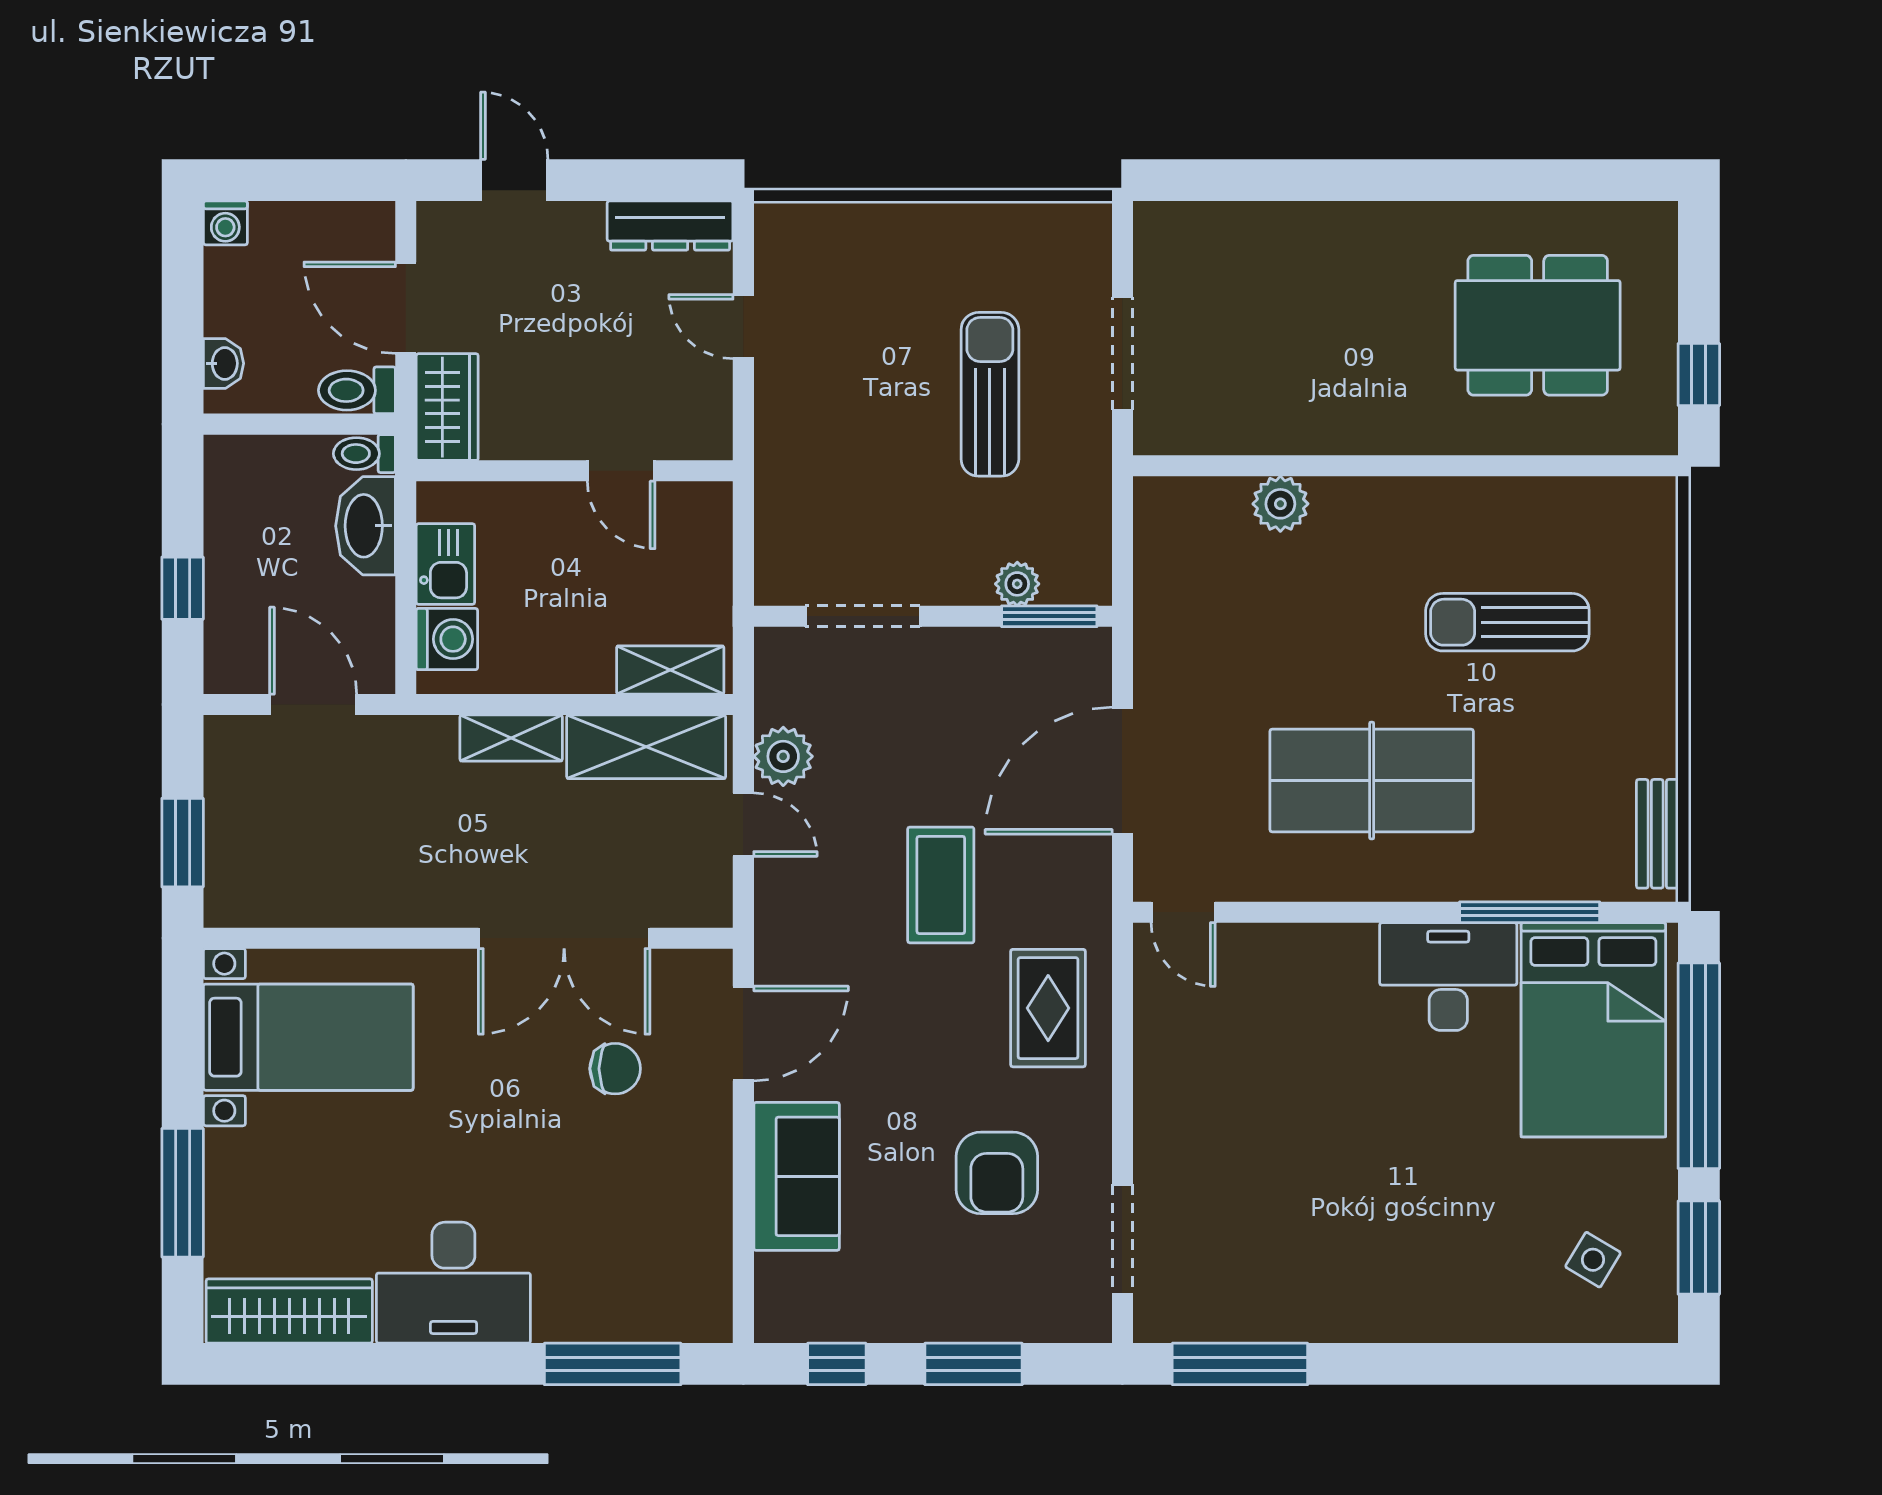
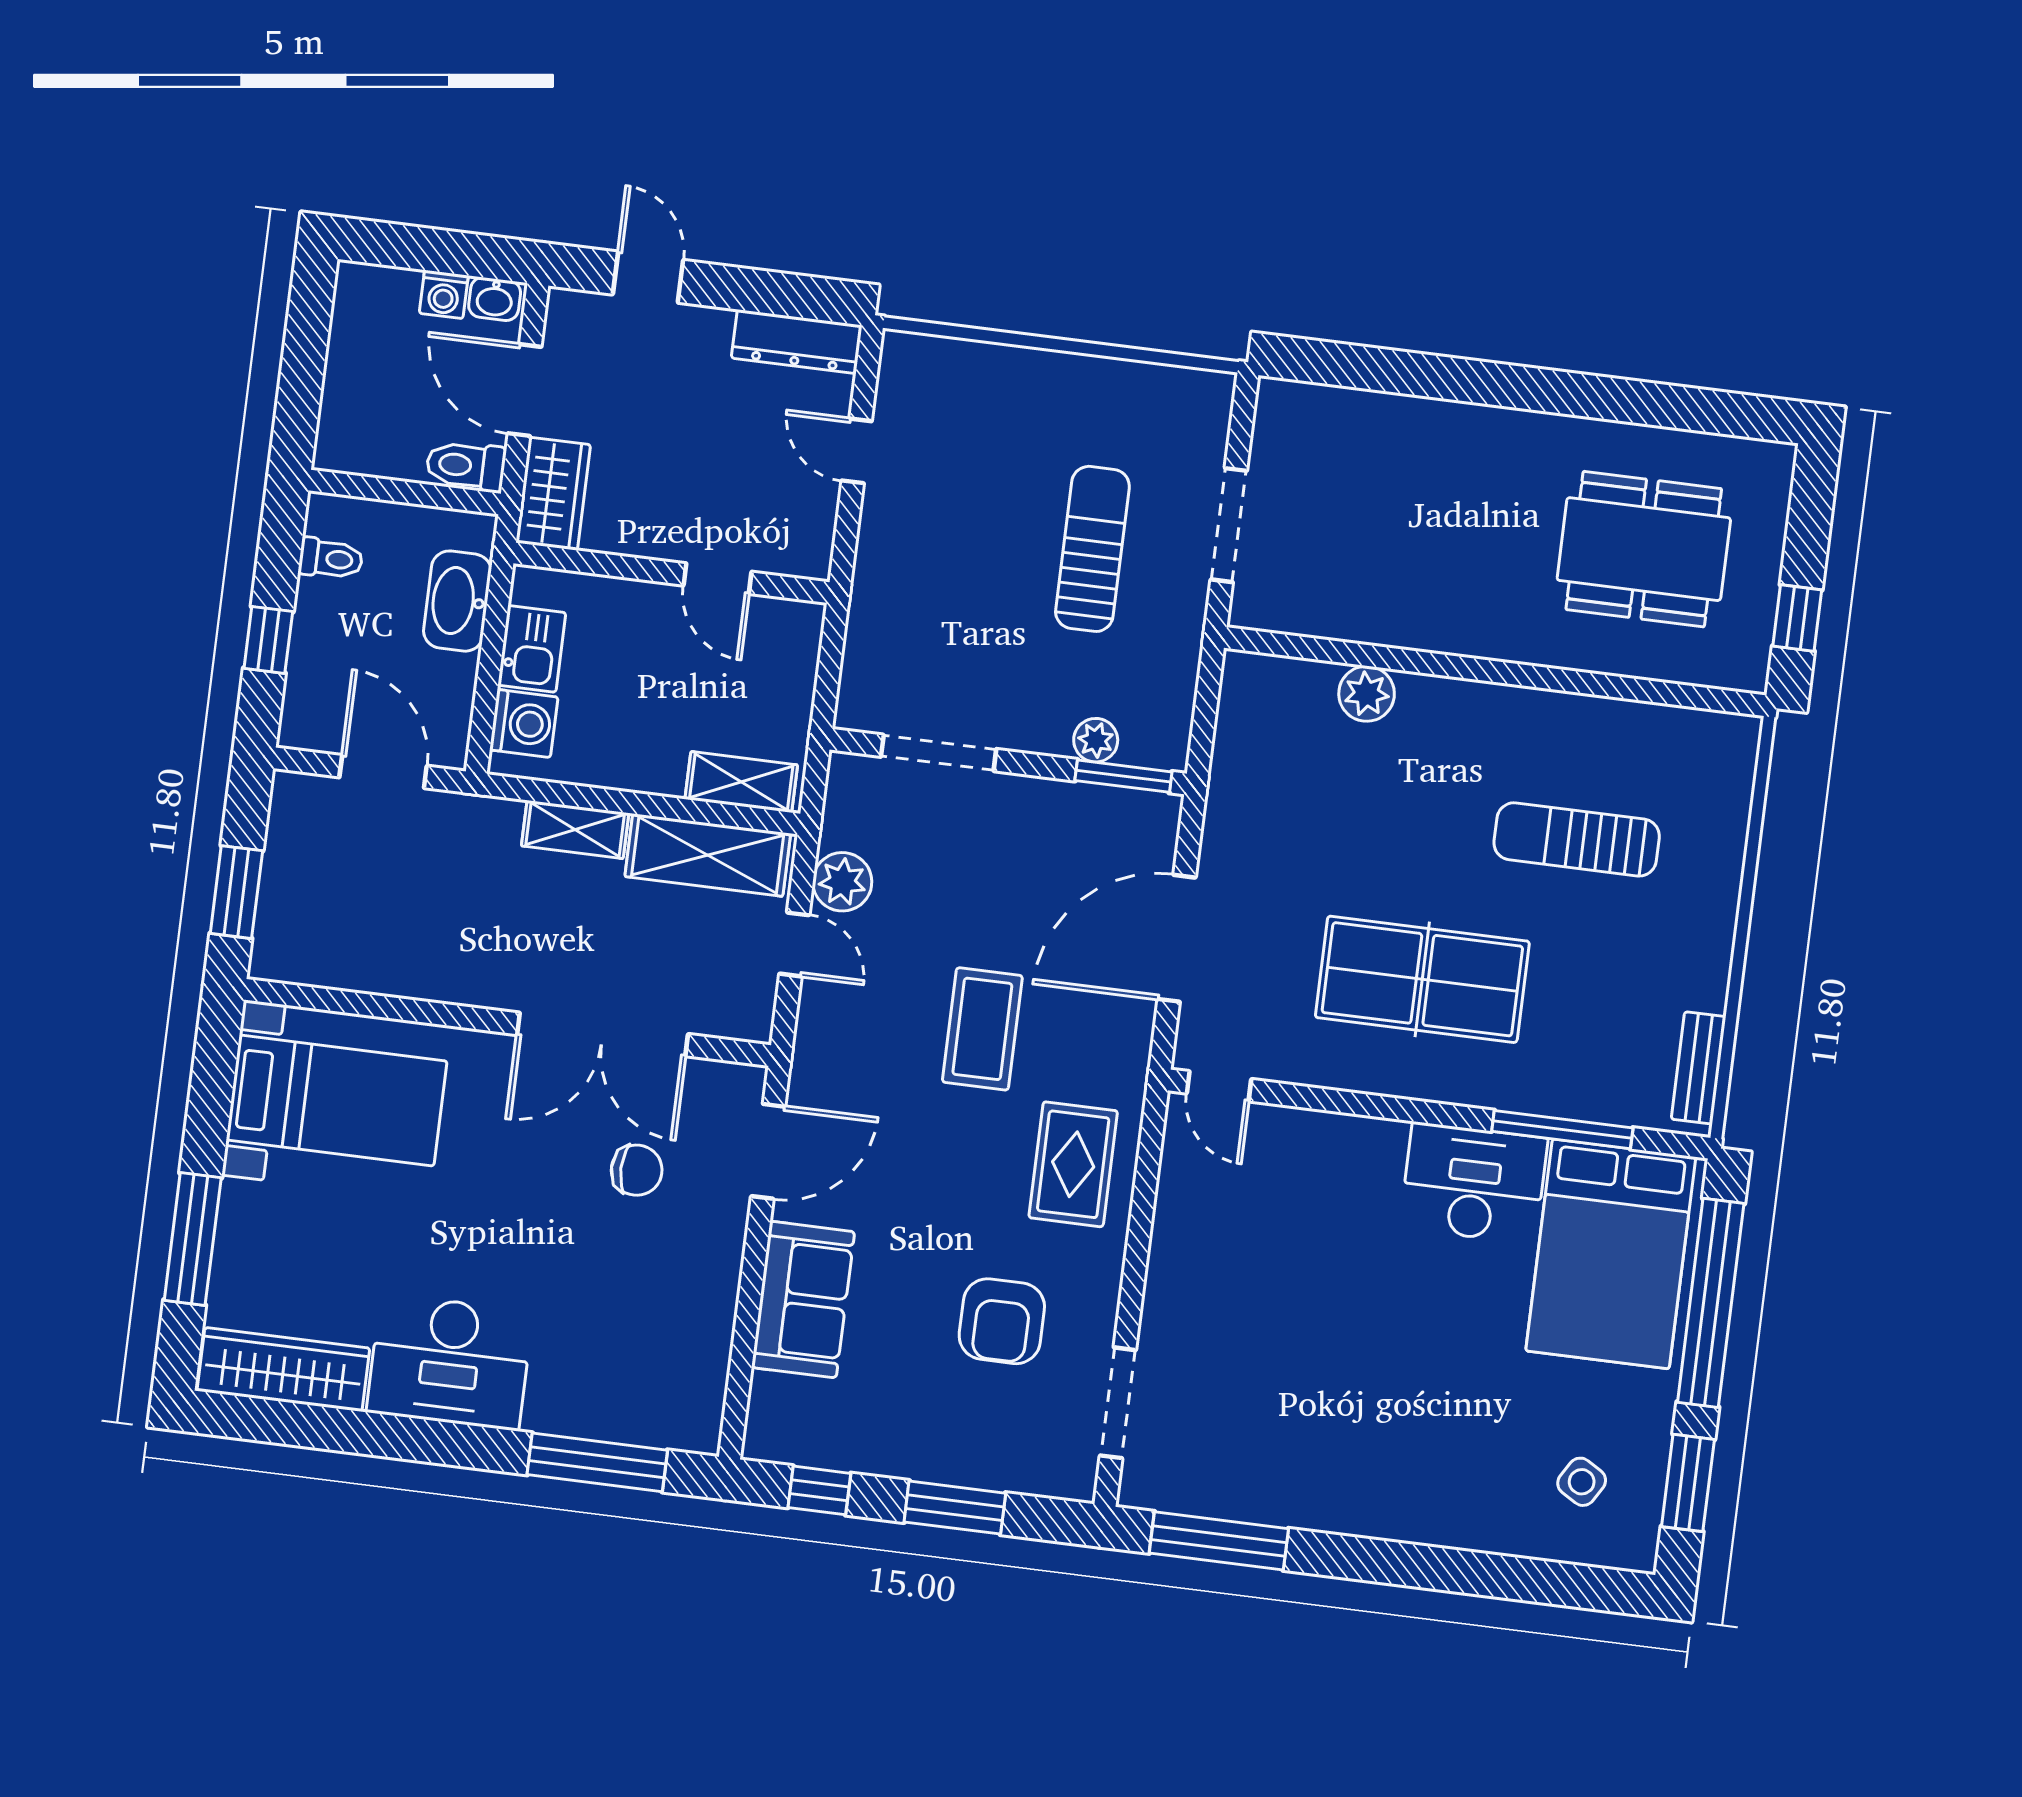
washing machine: (225, 223) -> (444, 294), moved
washbasin: (224, 363) -> (495, 299), moved, turned 90
toilet: (364, 454) -> (331, 559), moved, turned 180

